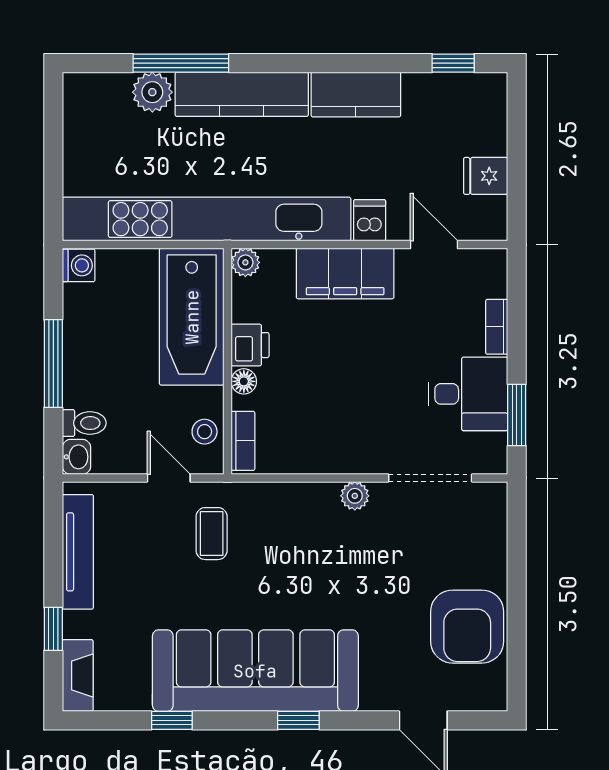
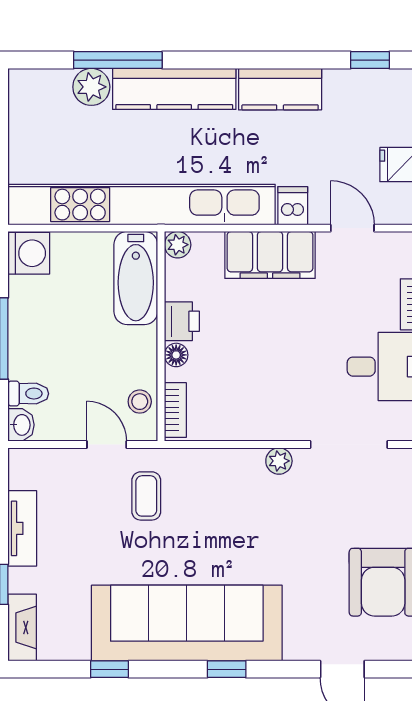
washing machine: (79, 265) -> (29, 253), width x1.38, depth x1.38
bathtub: (192, 317) -> (136, 278), width x0.73, depth x0.73
tv unit: (78, 552) -> (22, 528), width x0.71

